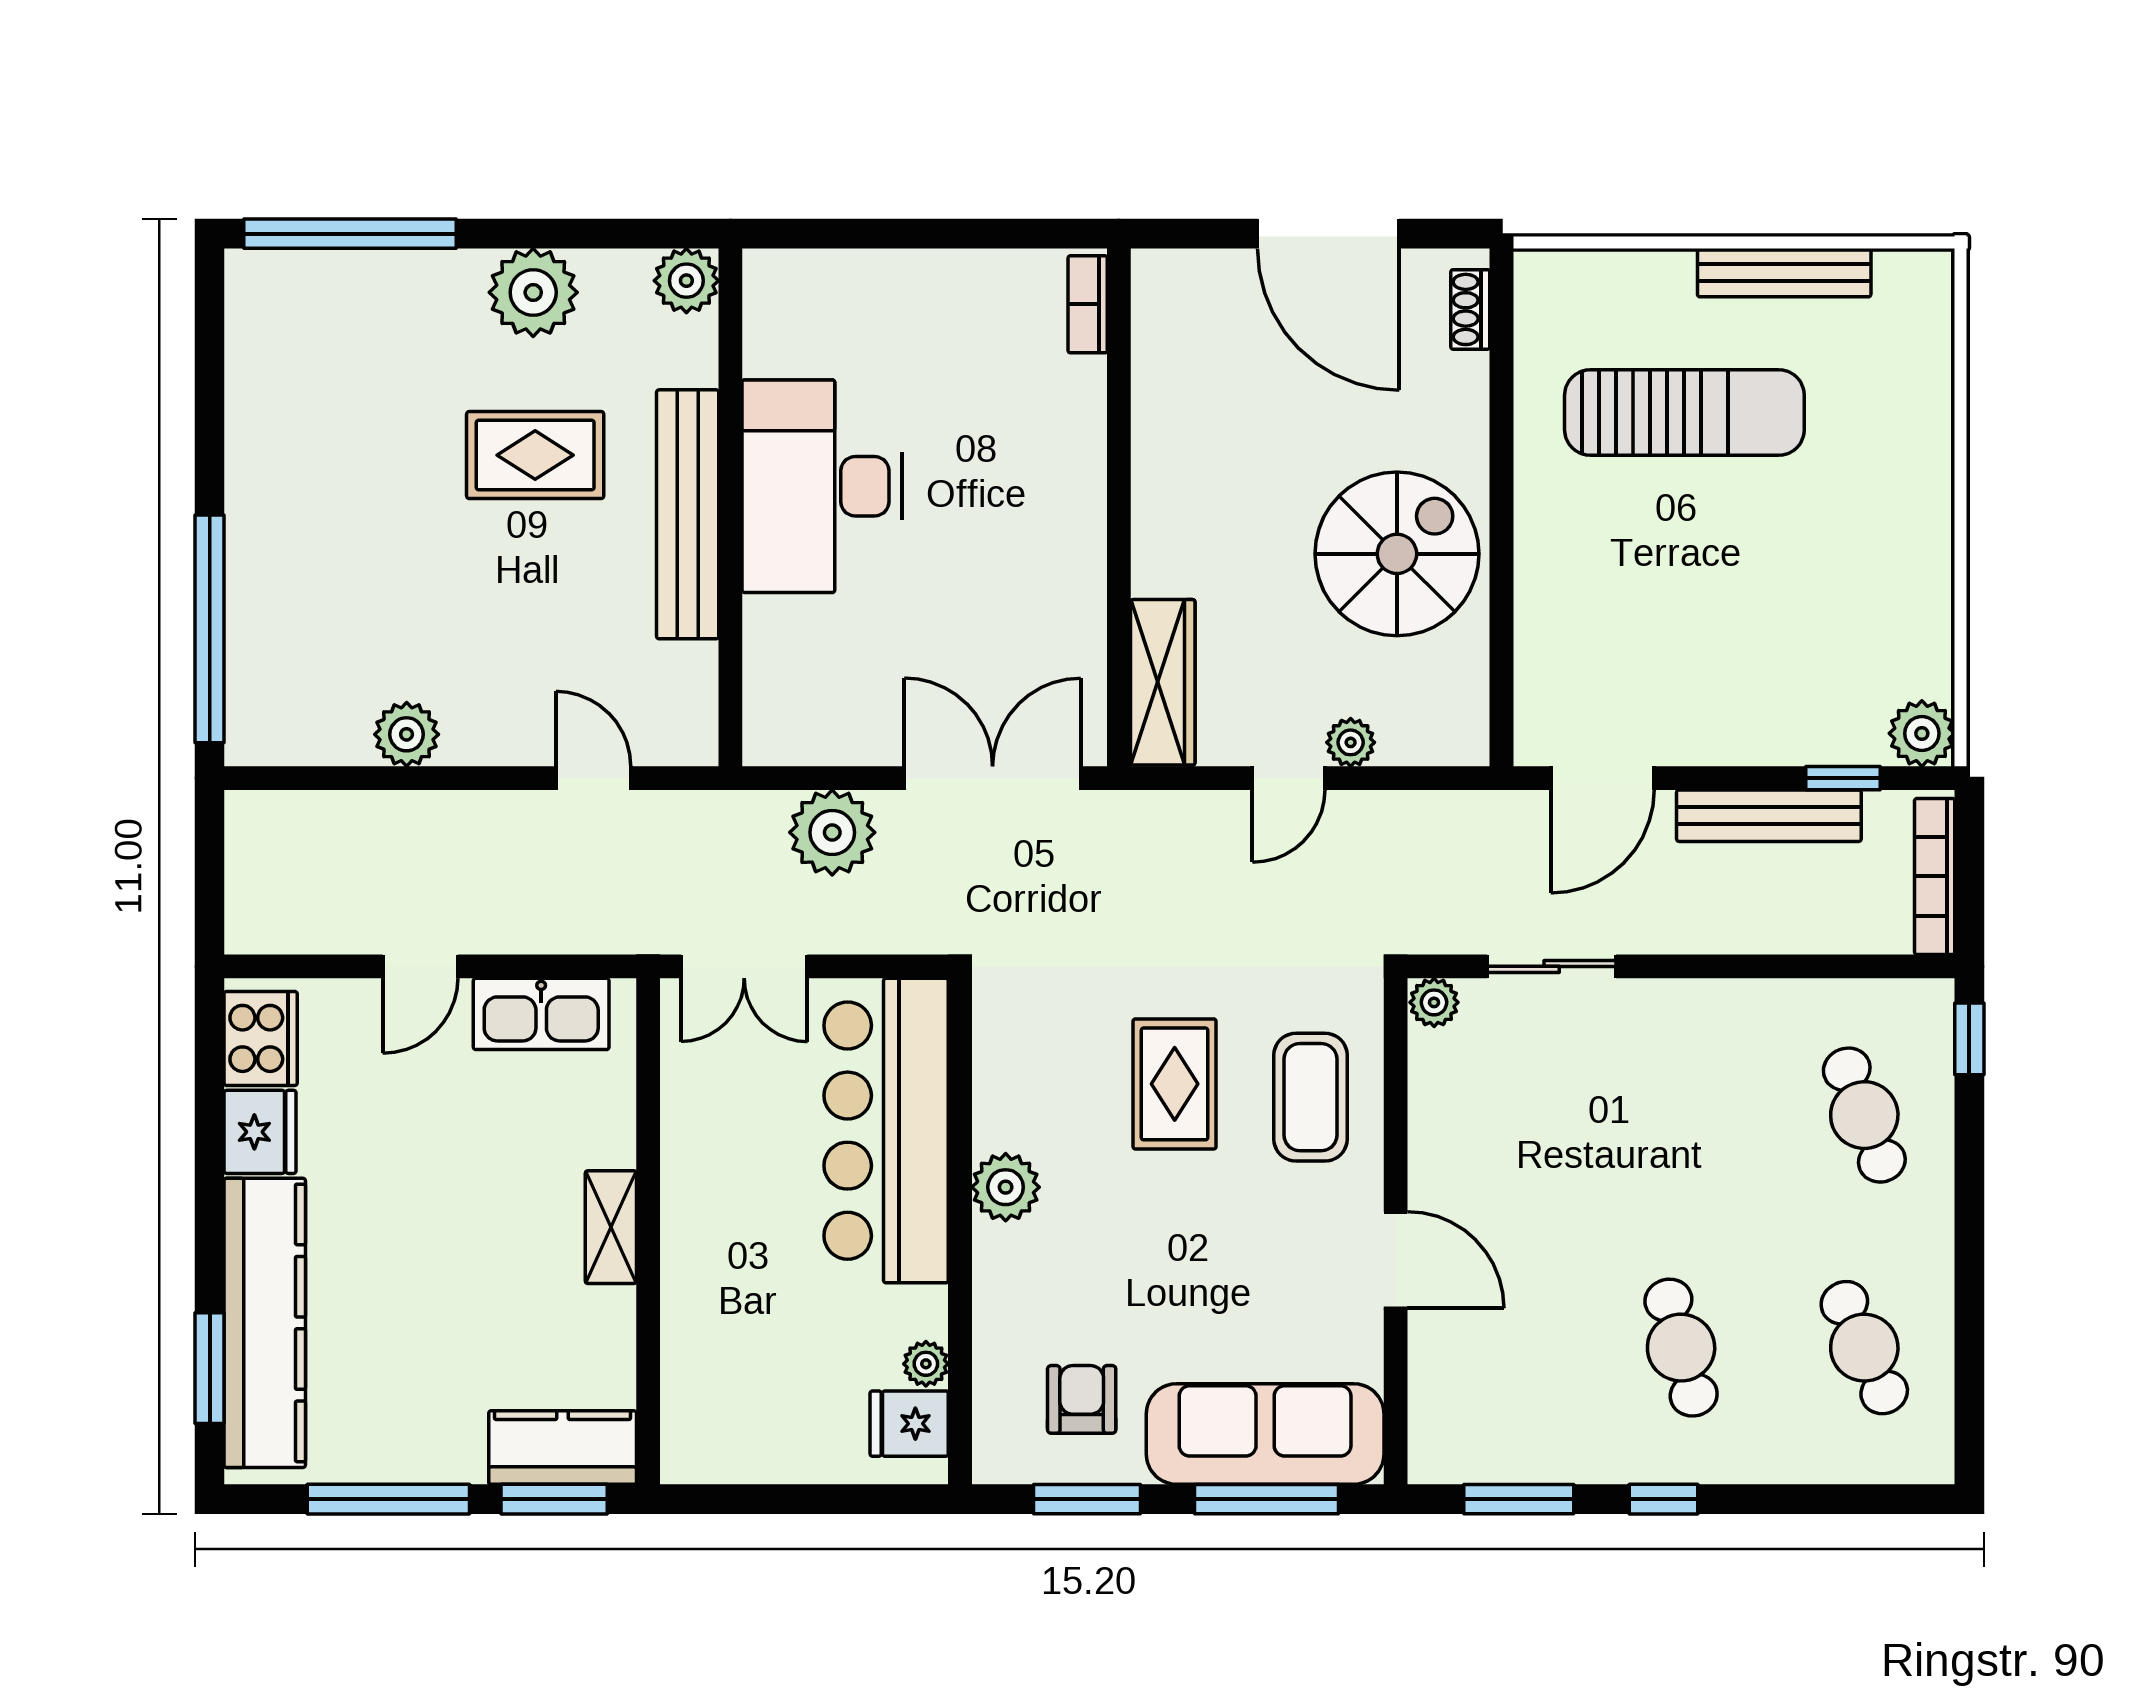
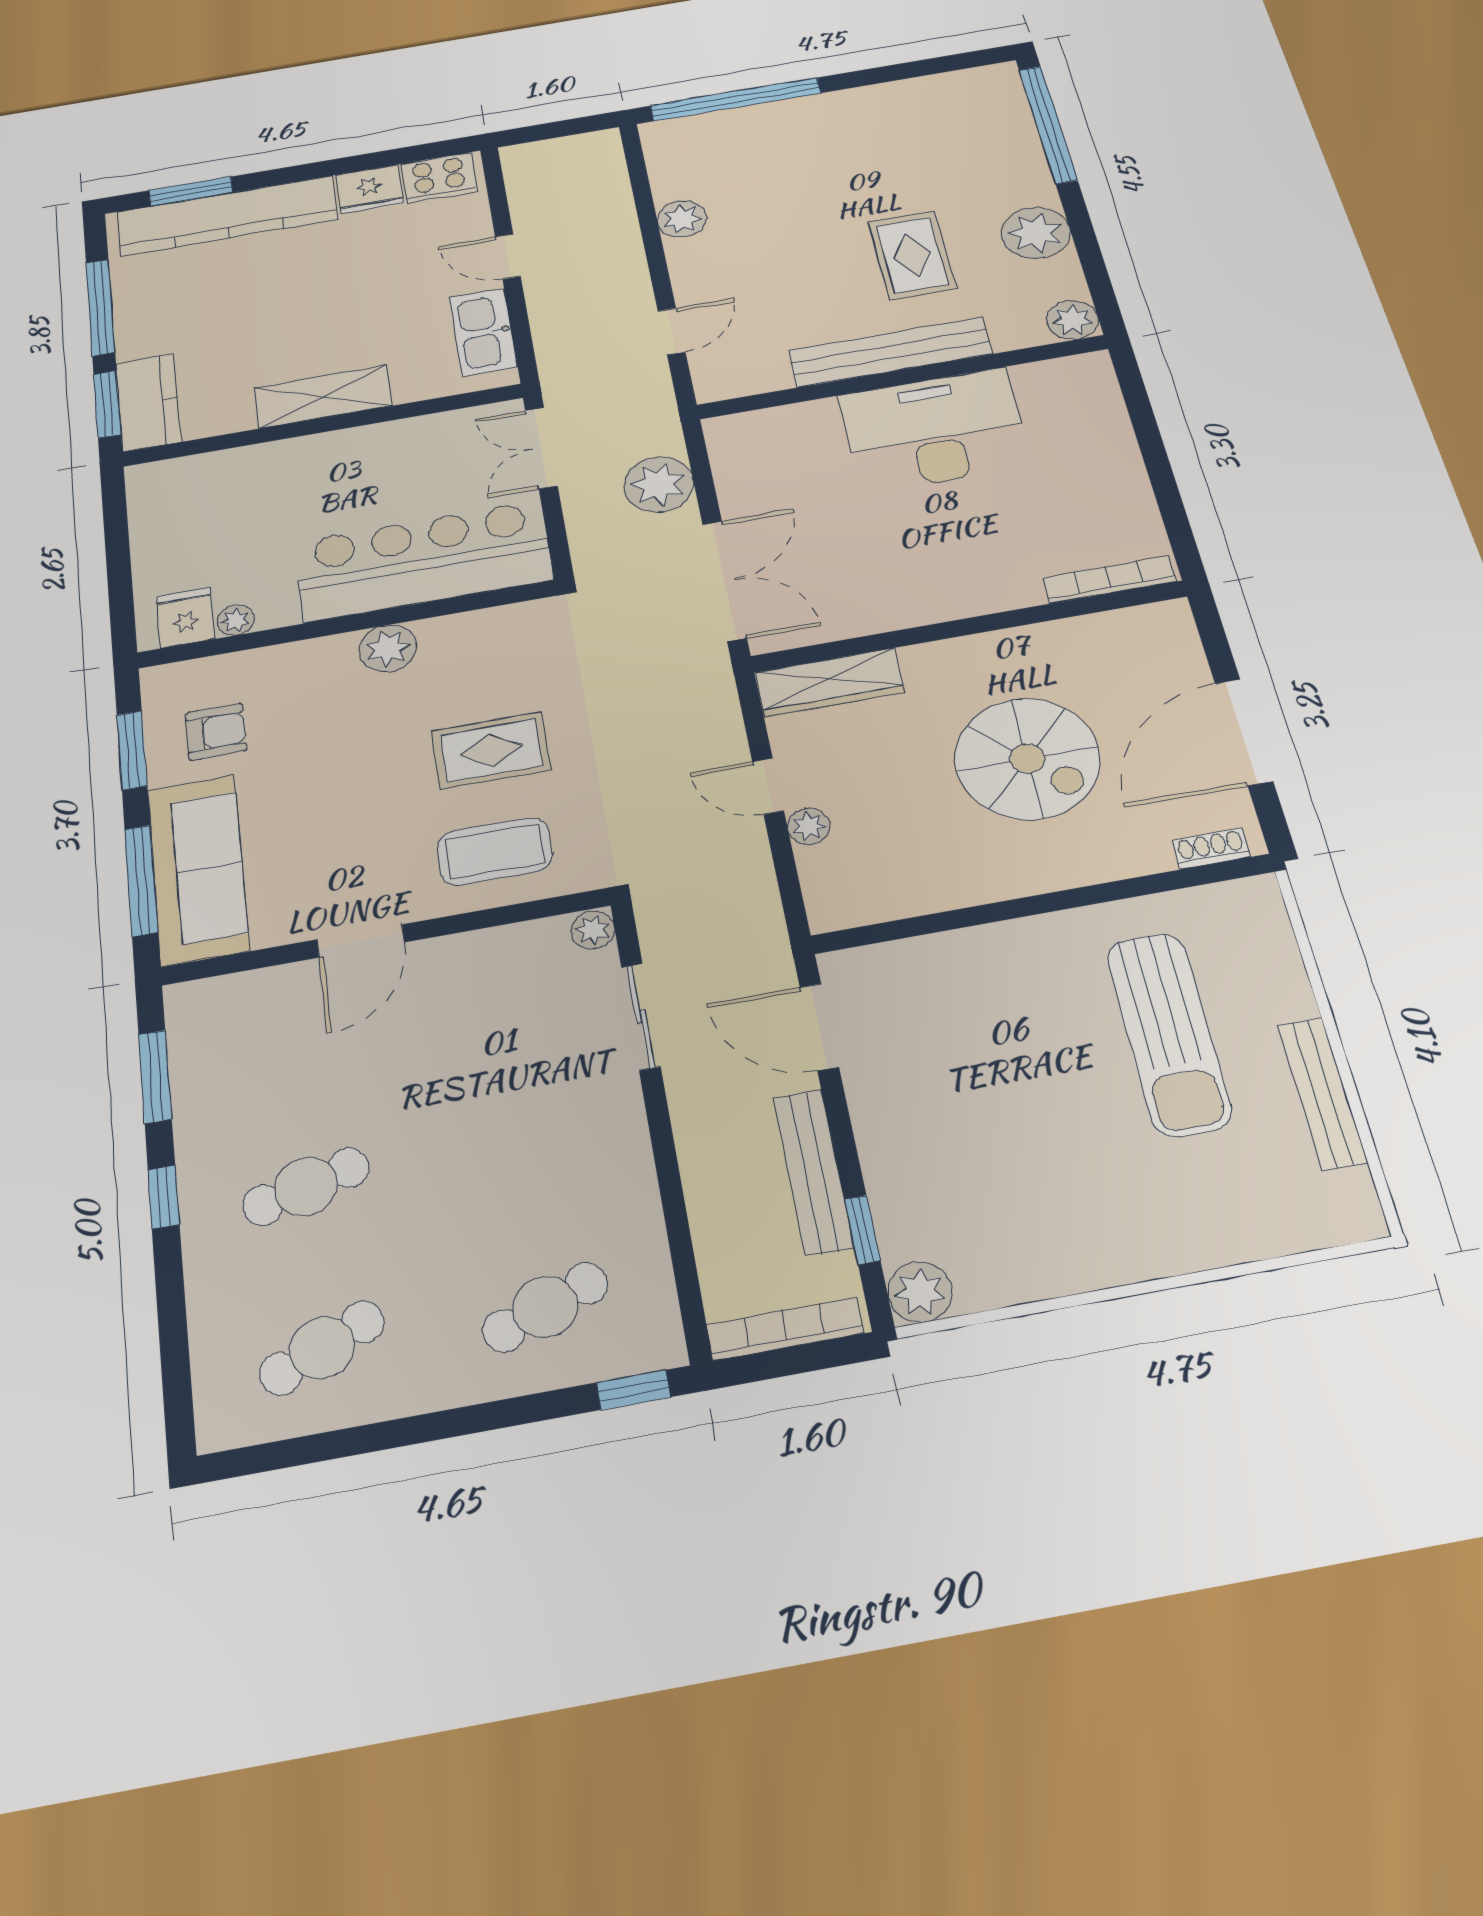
bookcase: (1088, 304) -> (1109, 580), width x1.56
spiral stairs: (1397, 554) -> (1027, 759), moved
shelving: (611, 1227) -> (323, 397), width x1.50, depth x1.33

